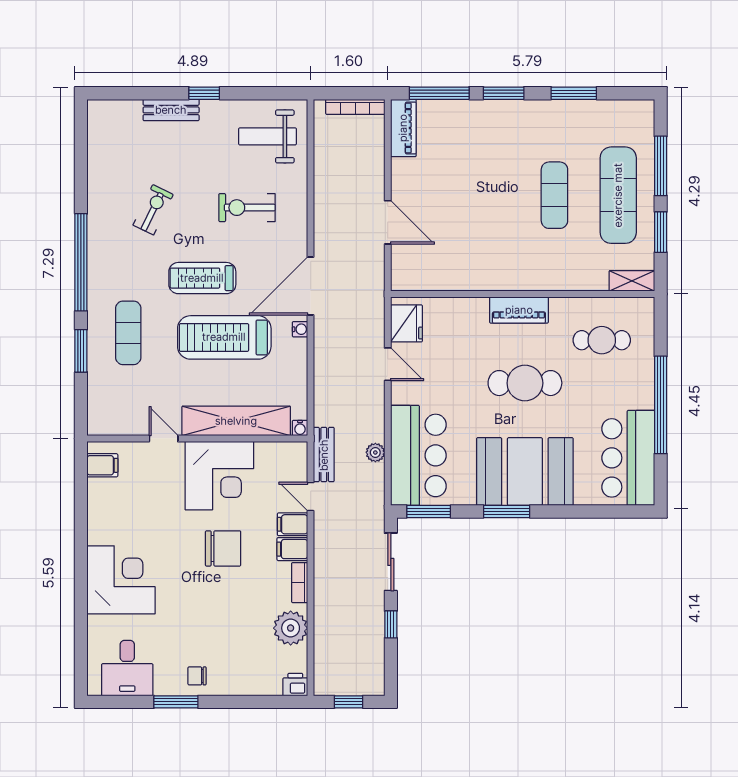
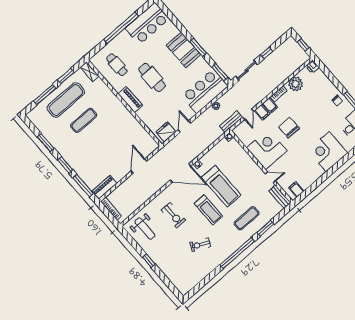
bench: (171, 110) -> (280, 197), moved
shelving: (236, 421) -> (245, 159), removed
door: (164, 438) -> (271, 177), swing flipped
booth: (525, 472) -> (184, 50), width x0.73, depth x0.70

